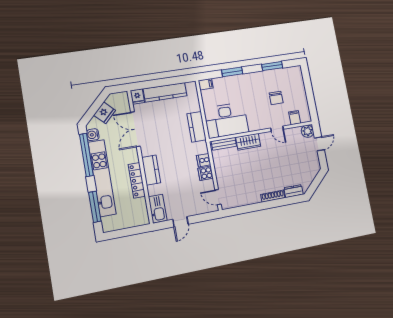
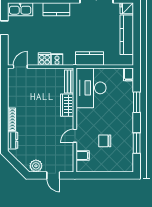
plant: (308, 131) -> (36, 166), moved

